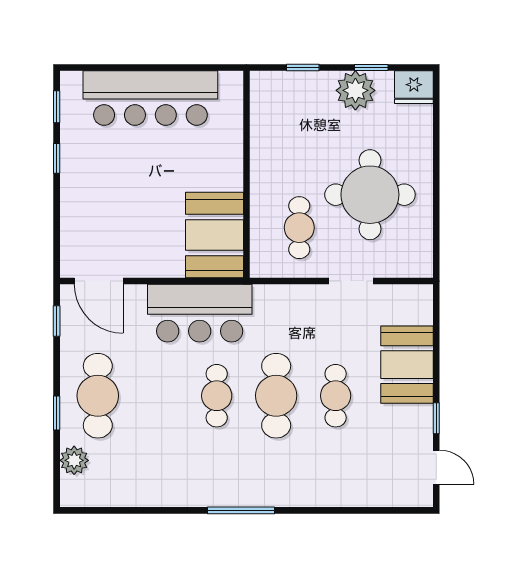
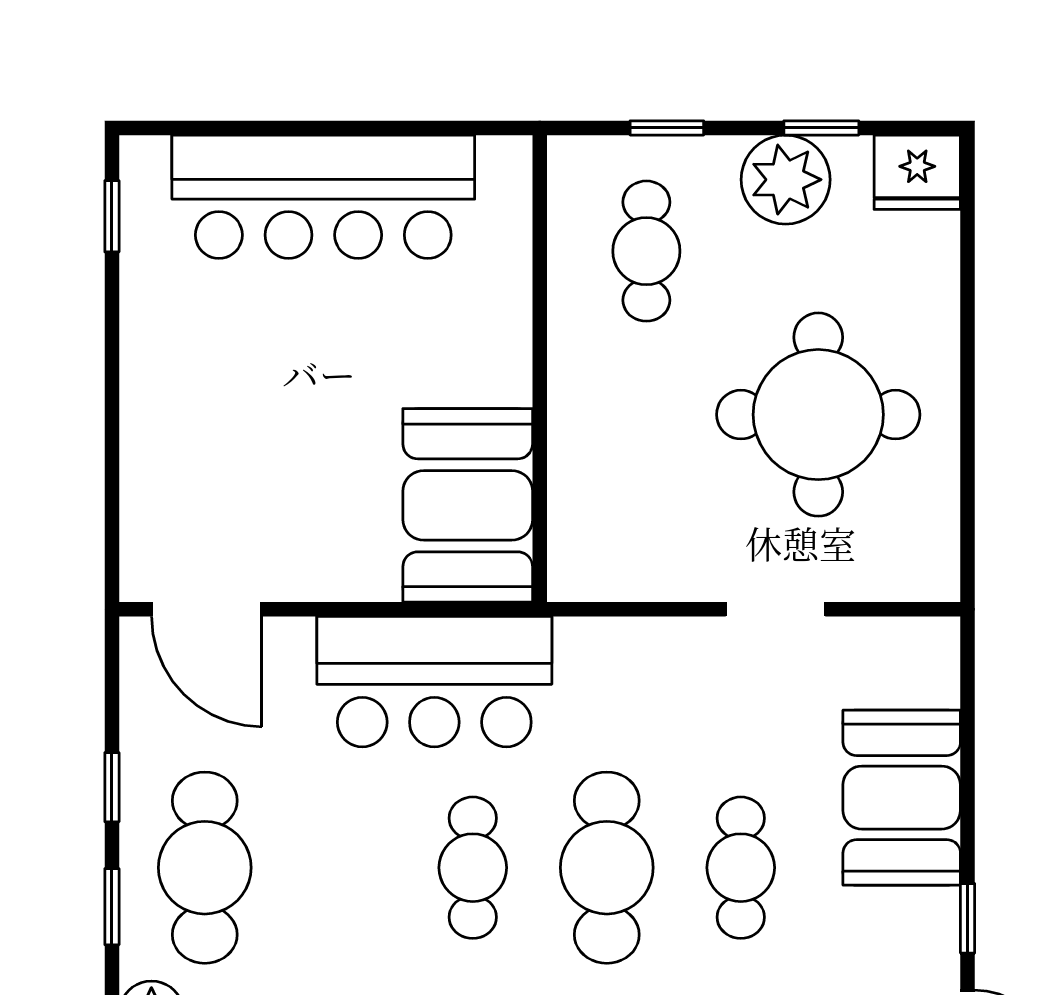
window: (57, 158) -> (112, 333), removed
cafe table: (299, 228) -> (646, 251), moved
window: (57, 321) -> (112, 787), moved

